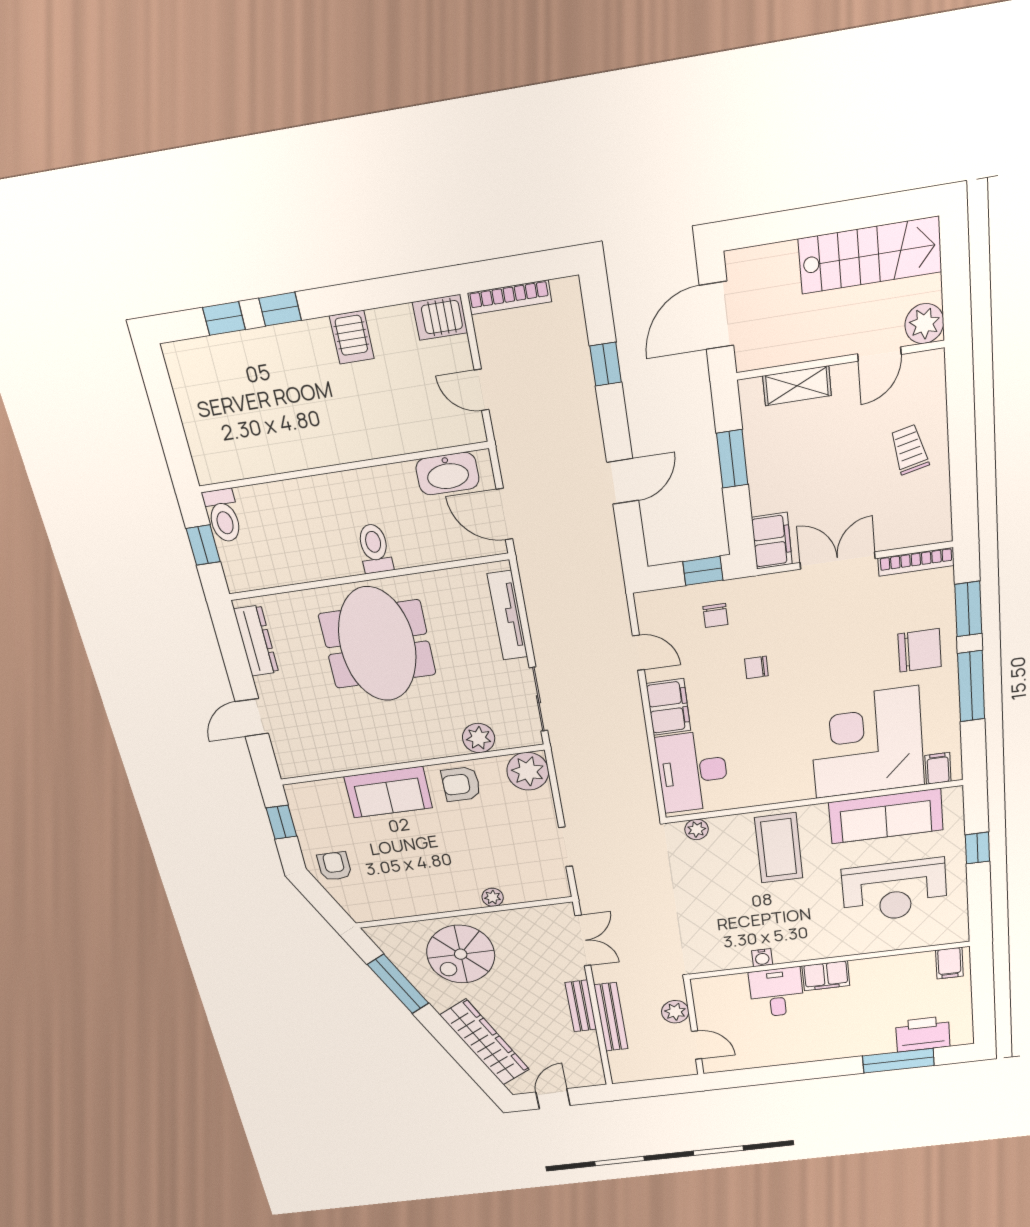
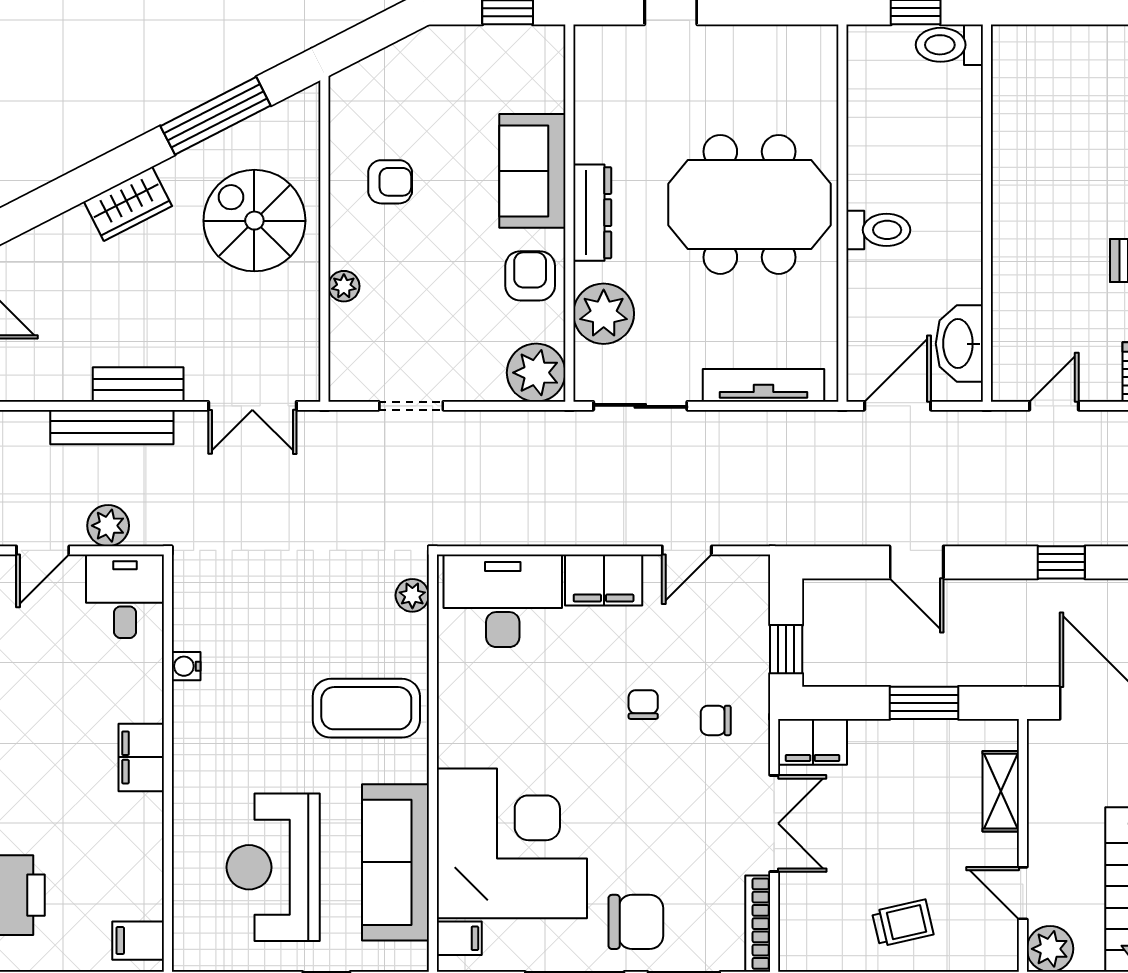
chair: (715, 616) -> (716, 720), moved
dresser: (256, 641) -> (592, 213), moved, turned -90
chair: (920, 650) -> (636, 922), turned -90
plant: (479, 738) -> (604, 314), width x1.36, depth x1.36
armchair: (334, 866) -> (390, 182), moved
desk: (777, 992) -> (125, 596), moved, turned -90
wardrobe: (485, 1042) -> (128, 204), width x0.48, depth x0.85

